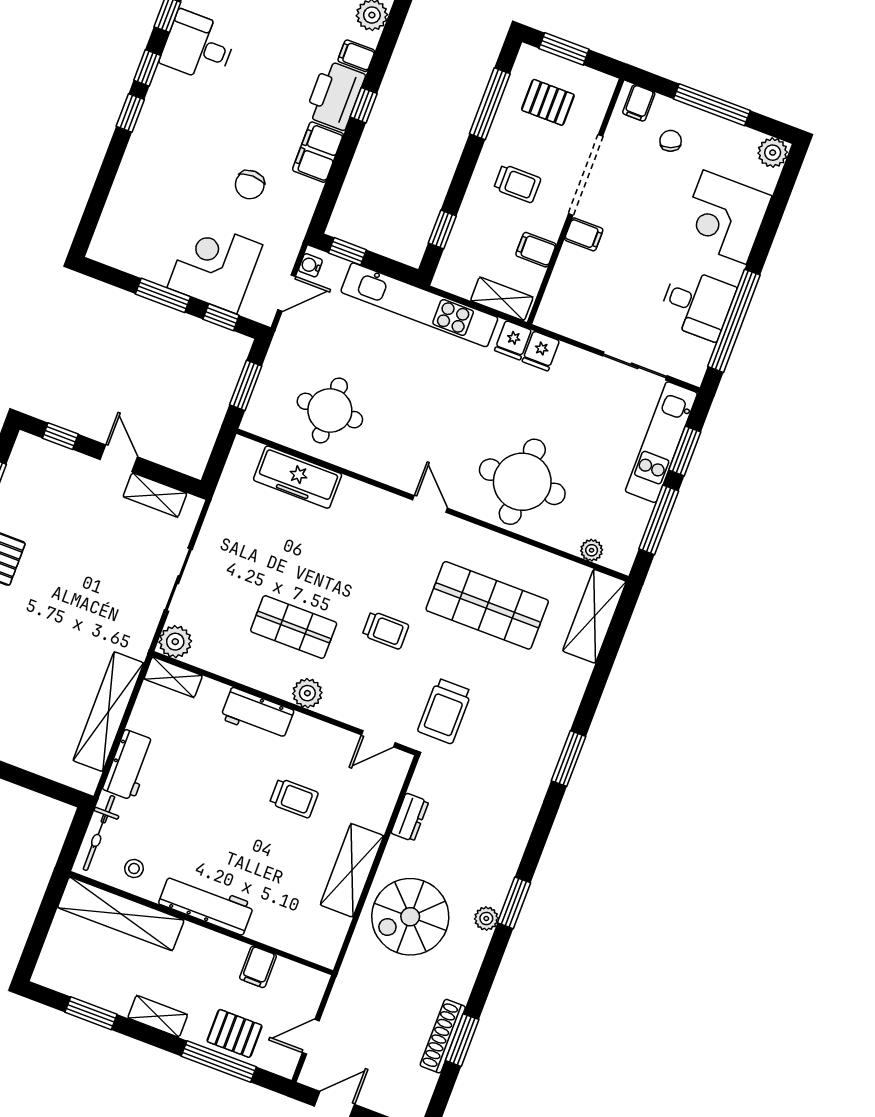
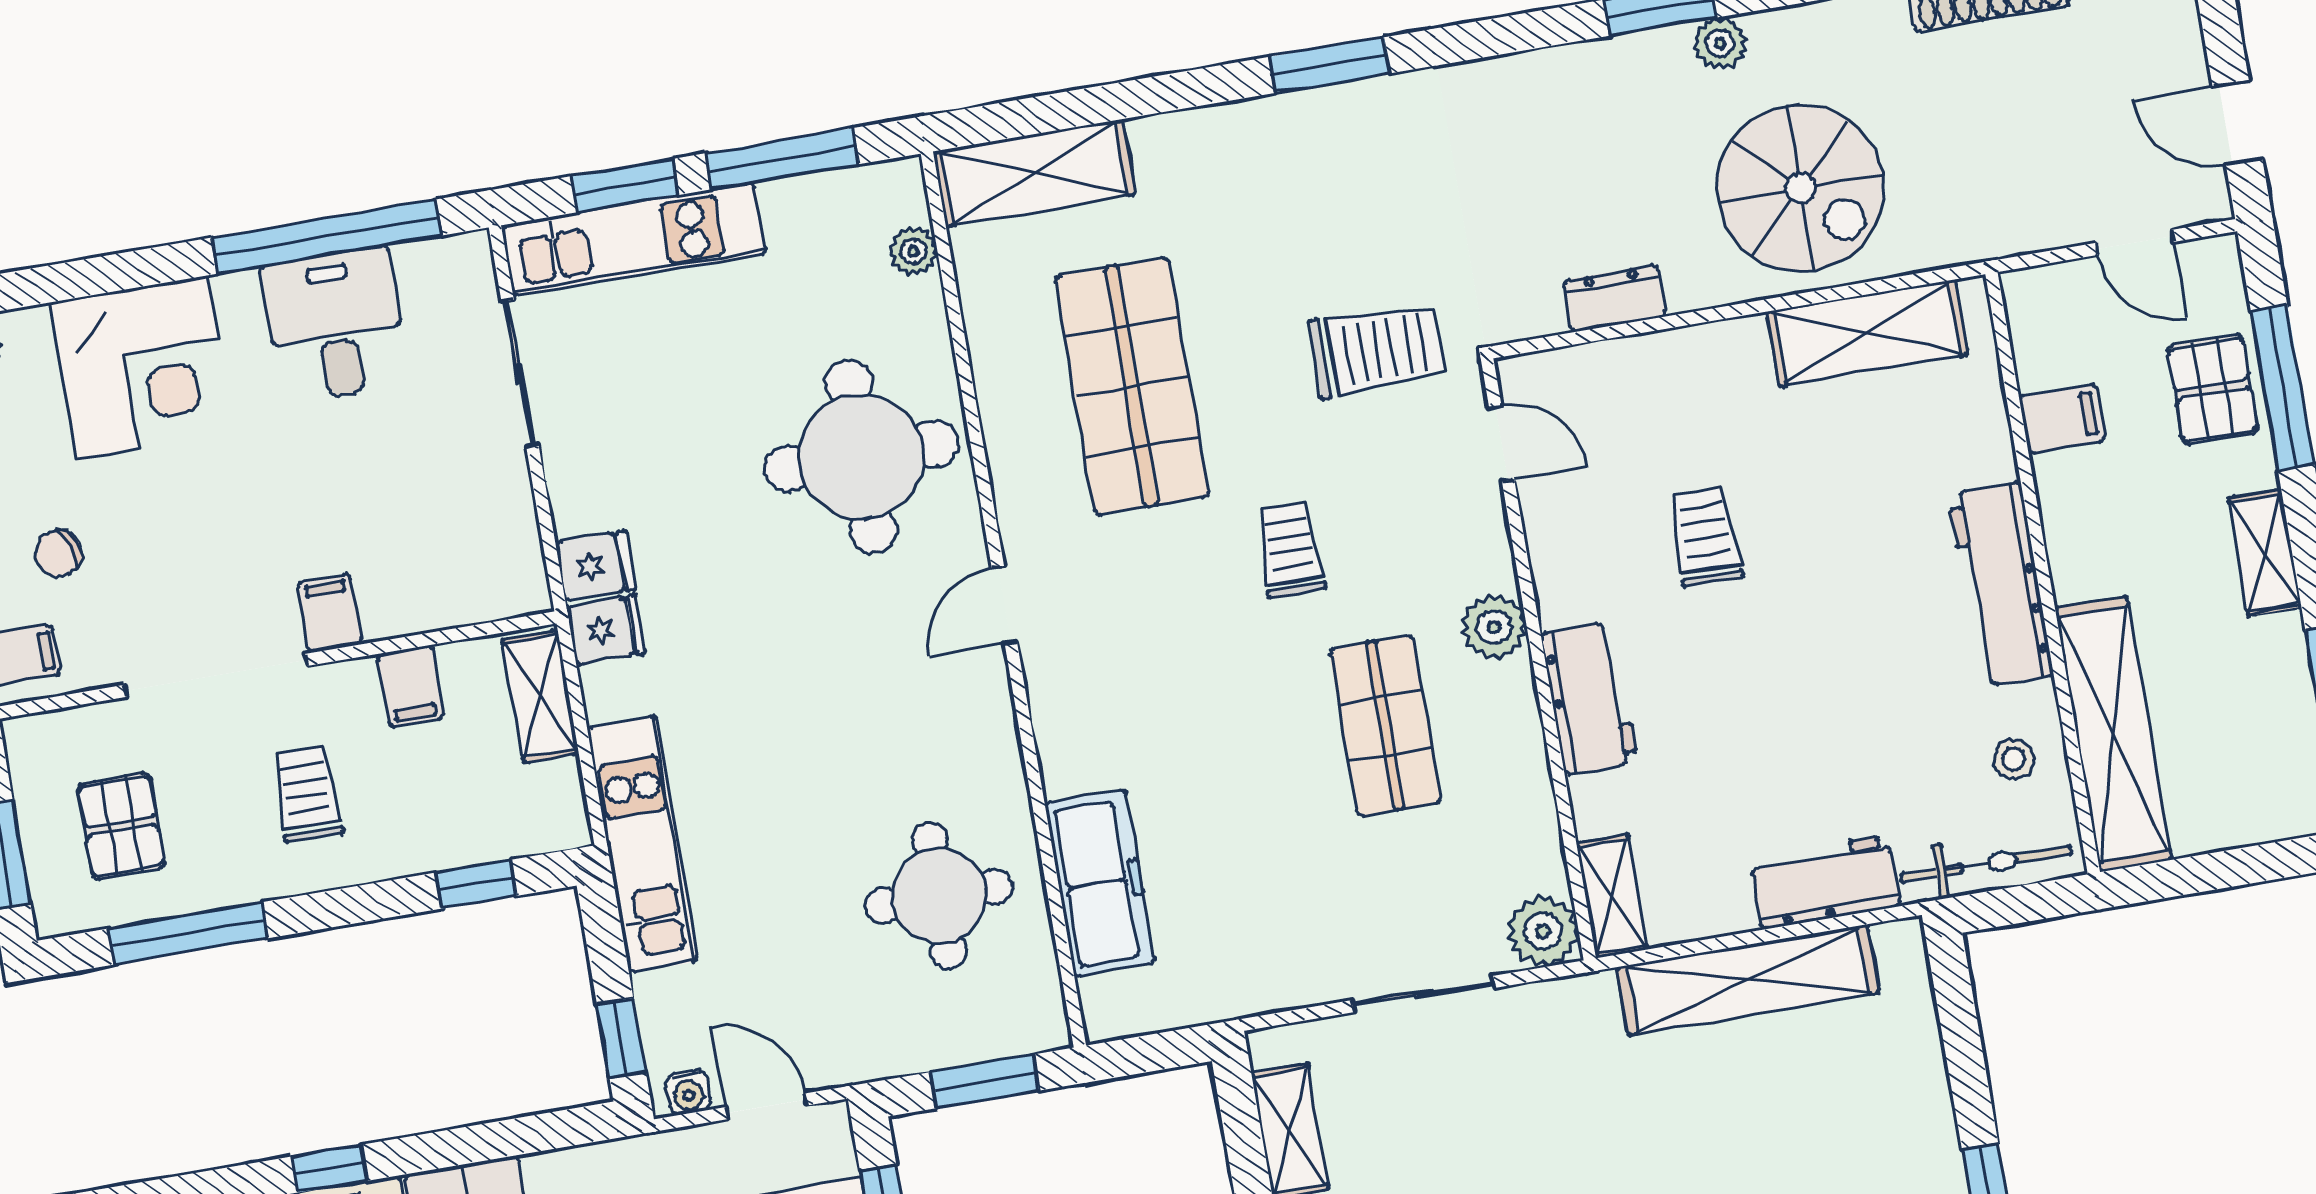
kitchen unit: (419, 305) -> (642, 844), width x0.73
shelving: (352, 870) -> (1867, 333), moved

